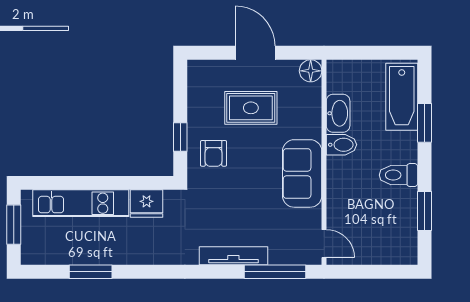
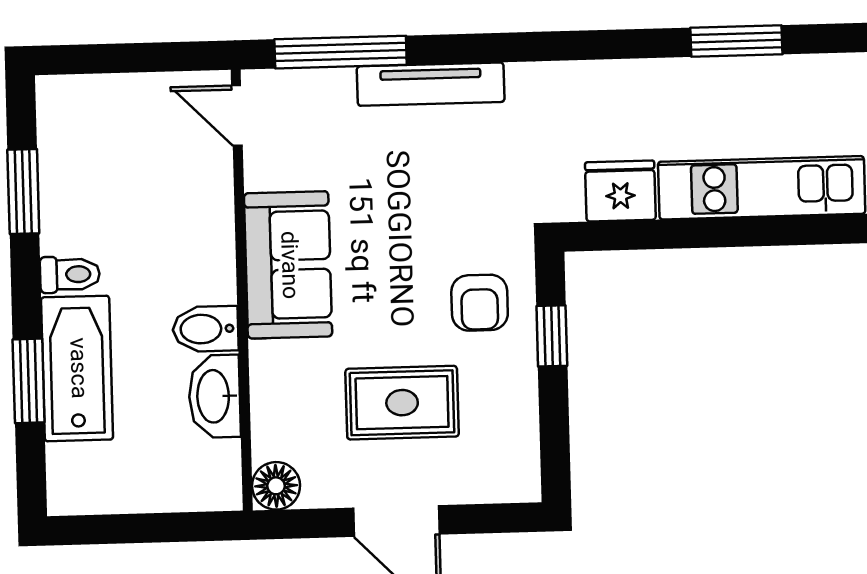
bathtub: (402, 97) -> (77, 368), moved
armchair: (214, 153) -> (480, 303), turned 180
toilet: (398, 175) -> (70, 274), width x0.73, depth x0.72

